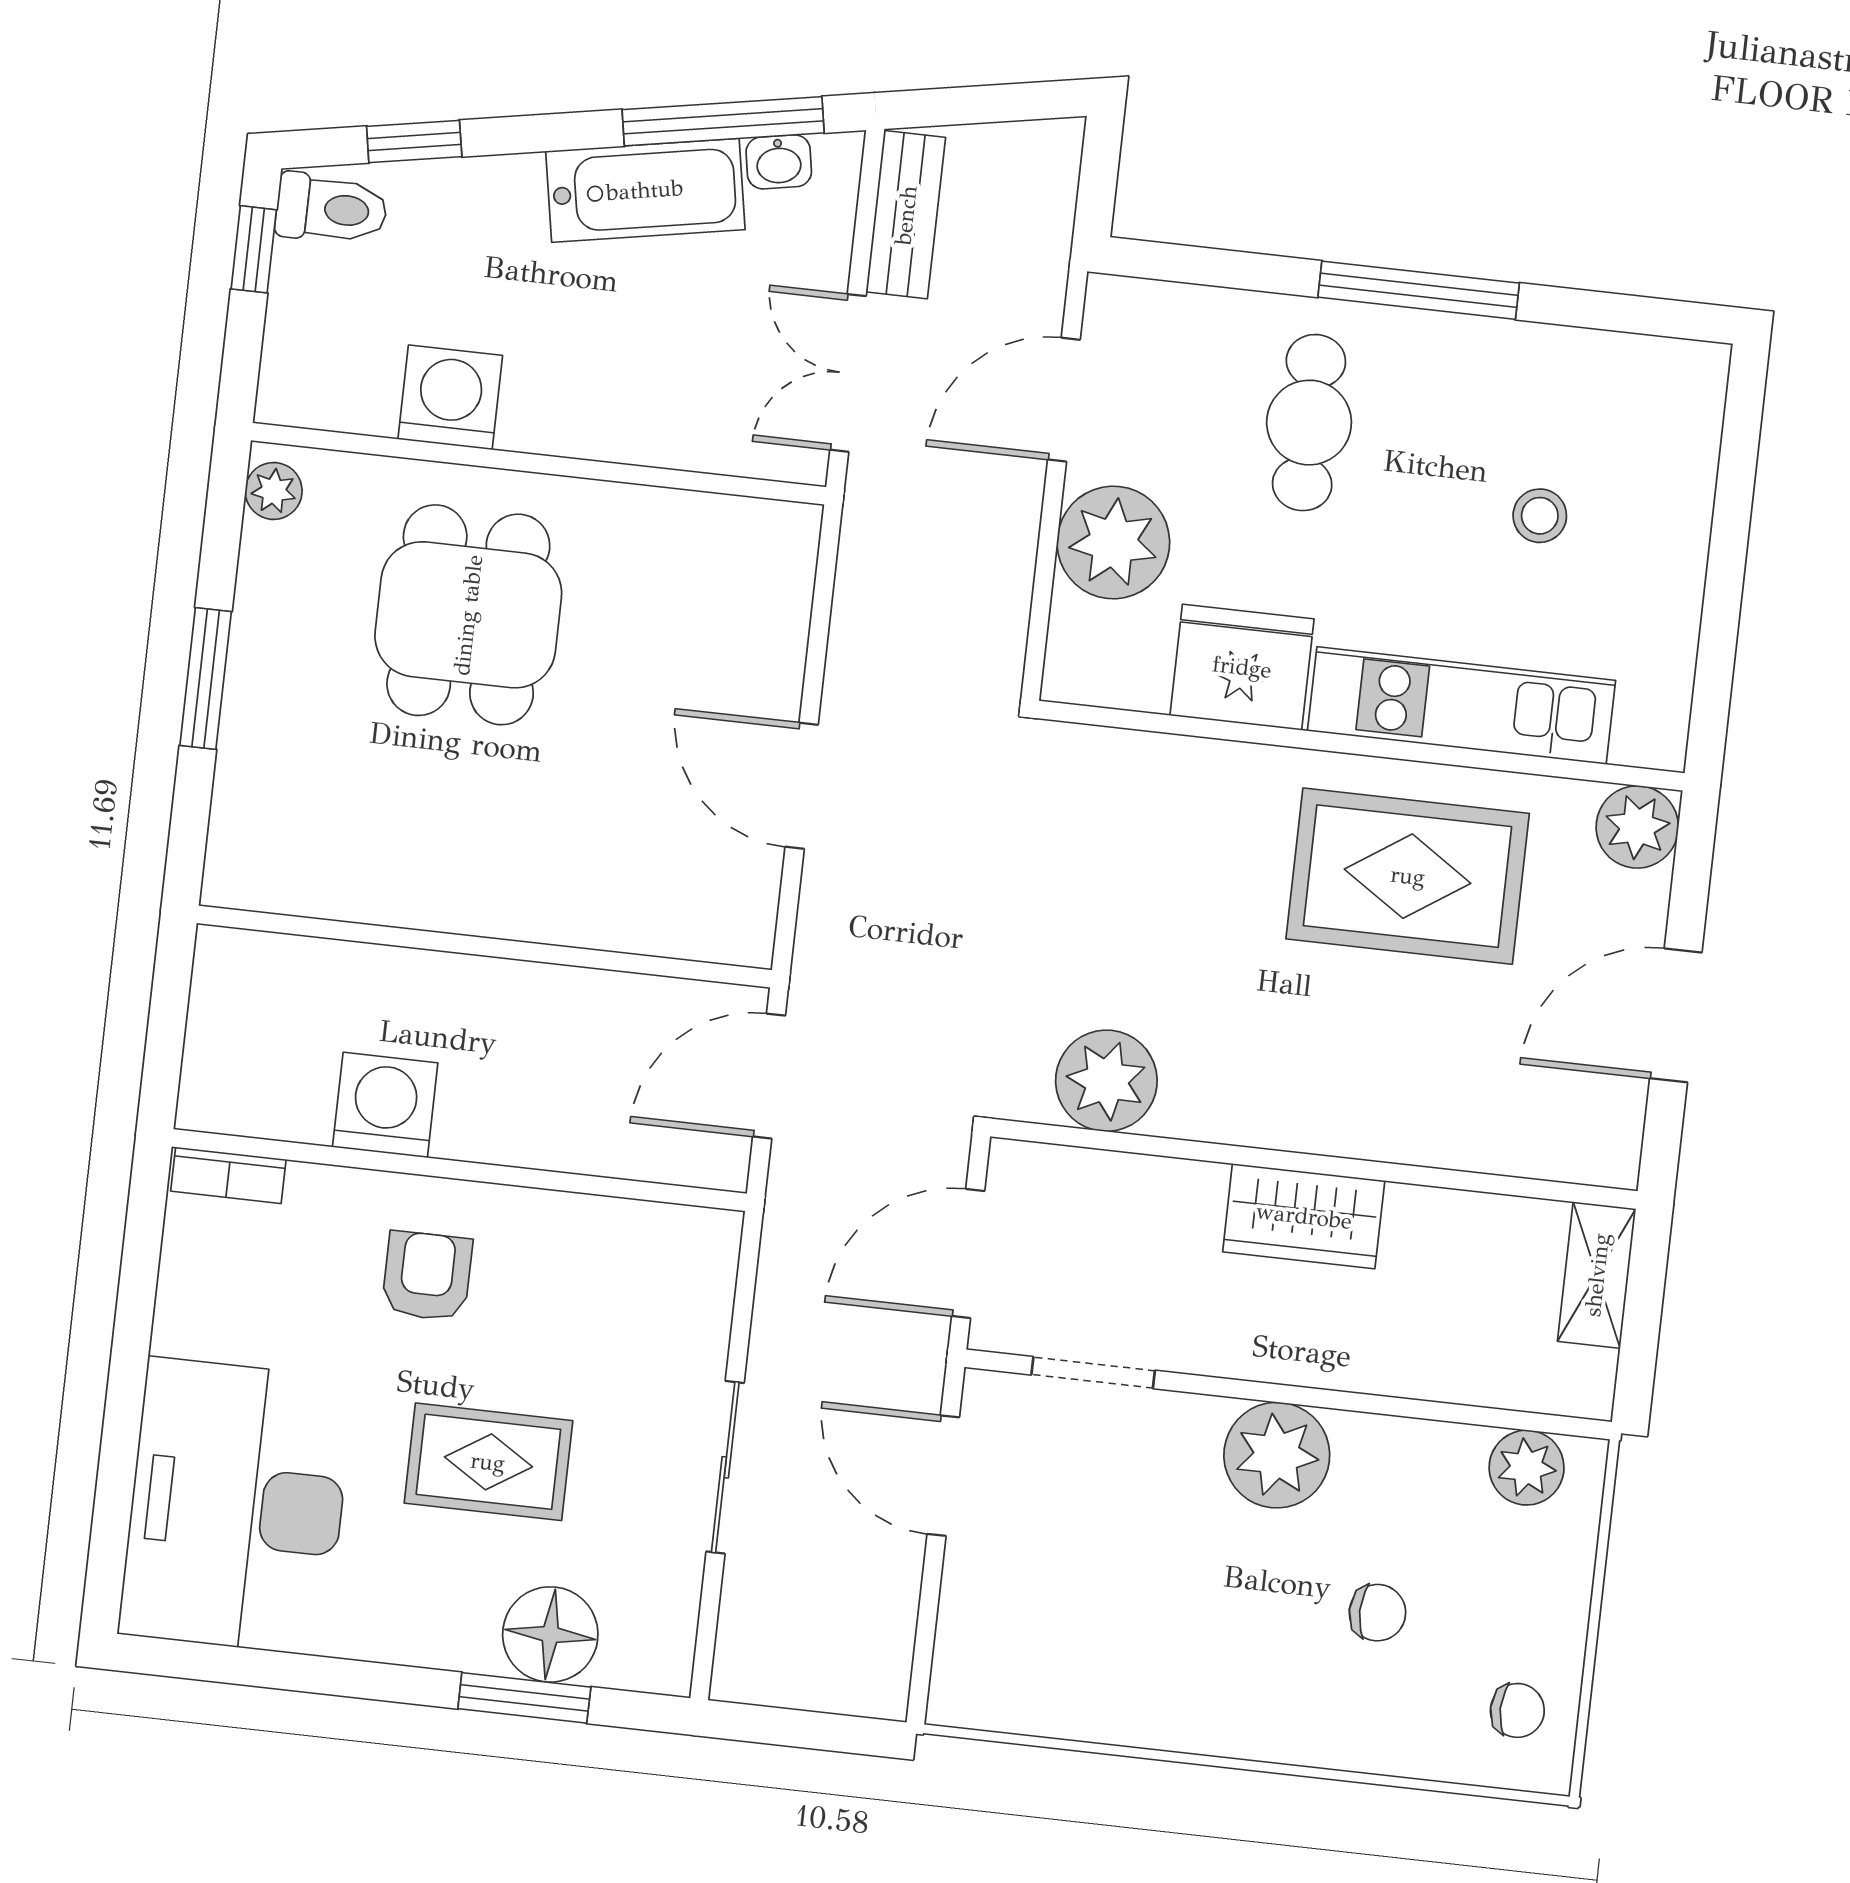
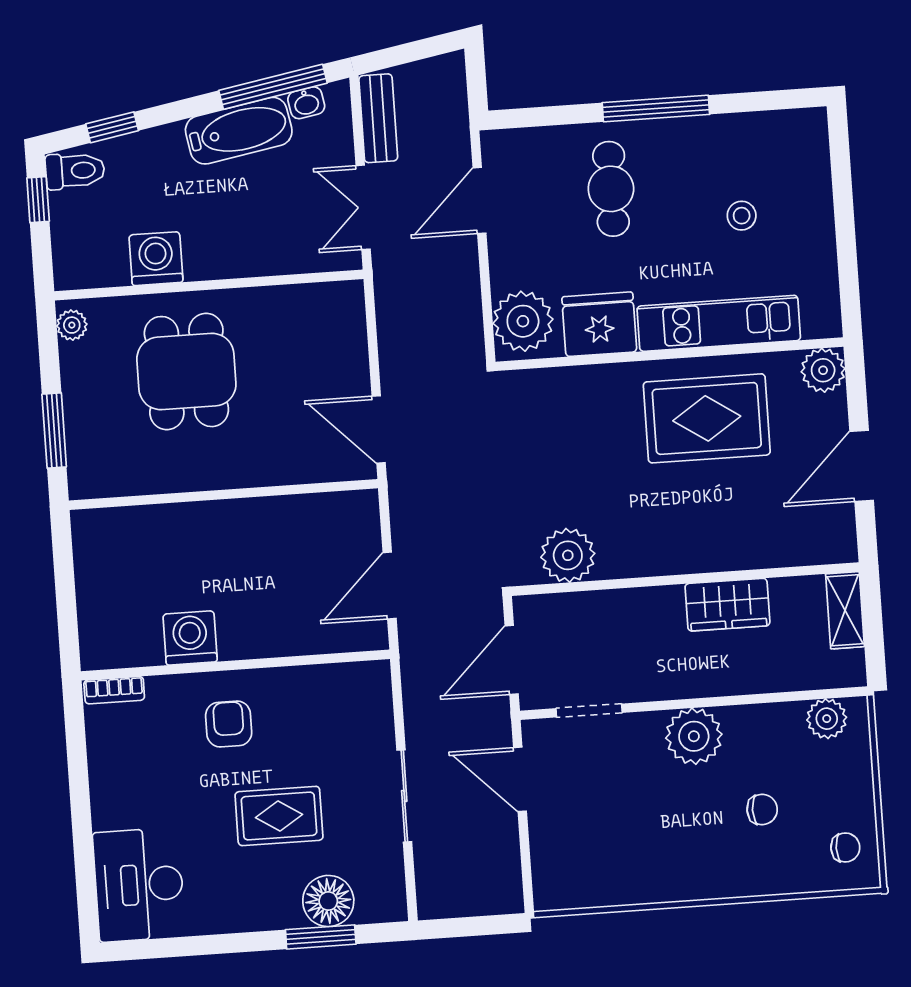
plant: (1113, 543) -> (523, 321), moved
wall: (484, 947) -> (223, 494), moved
wardrobe: (1304, 1216) -> (727, 605), moved
desk: (237, 1506) -> (139, 885), width x0.73, depth x0.77

